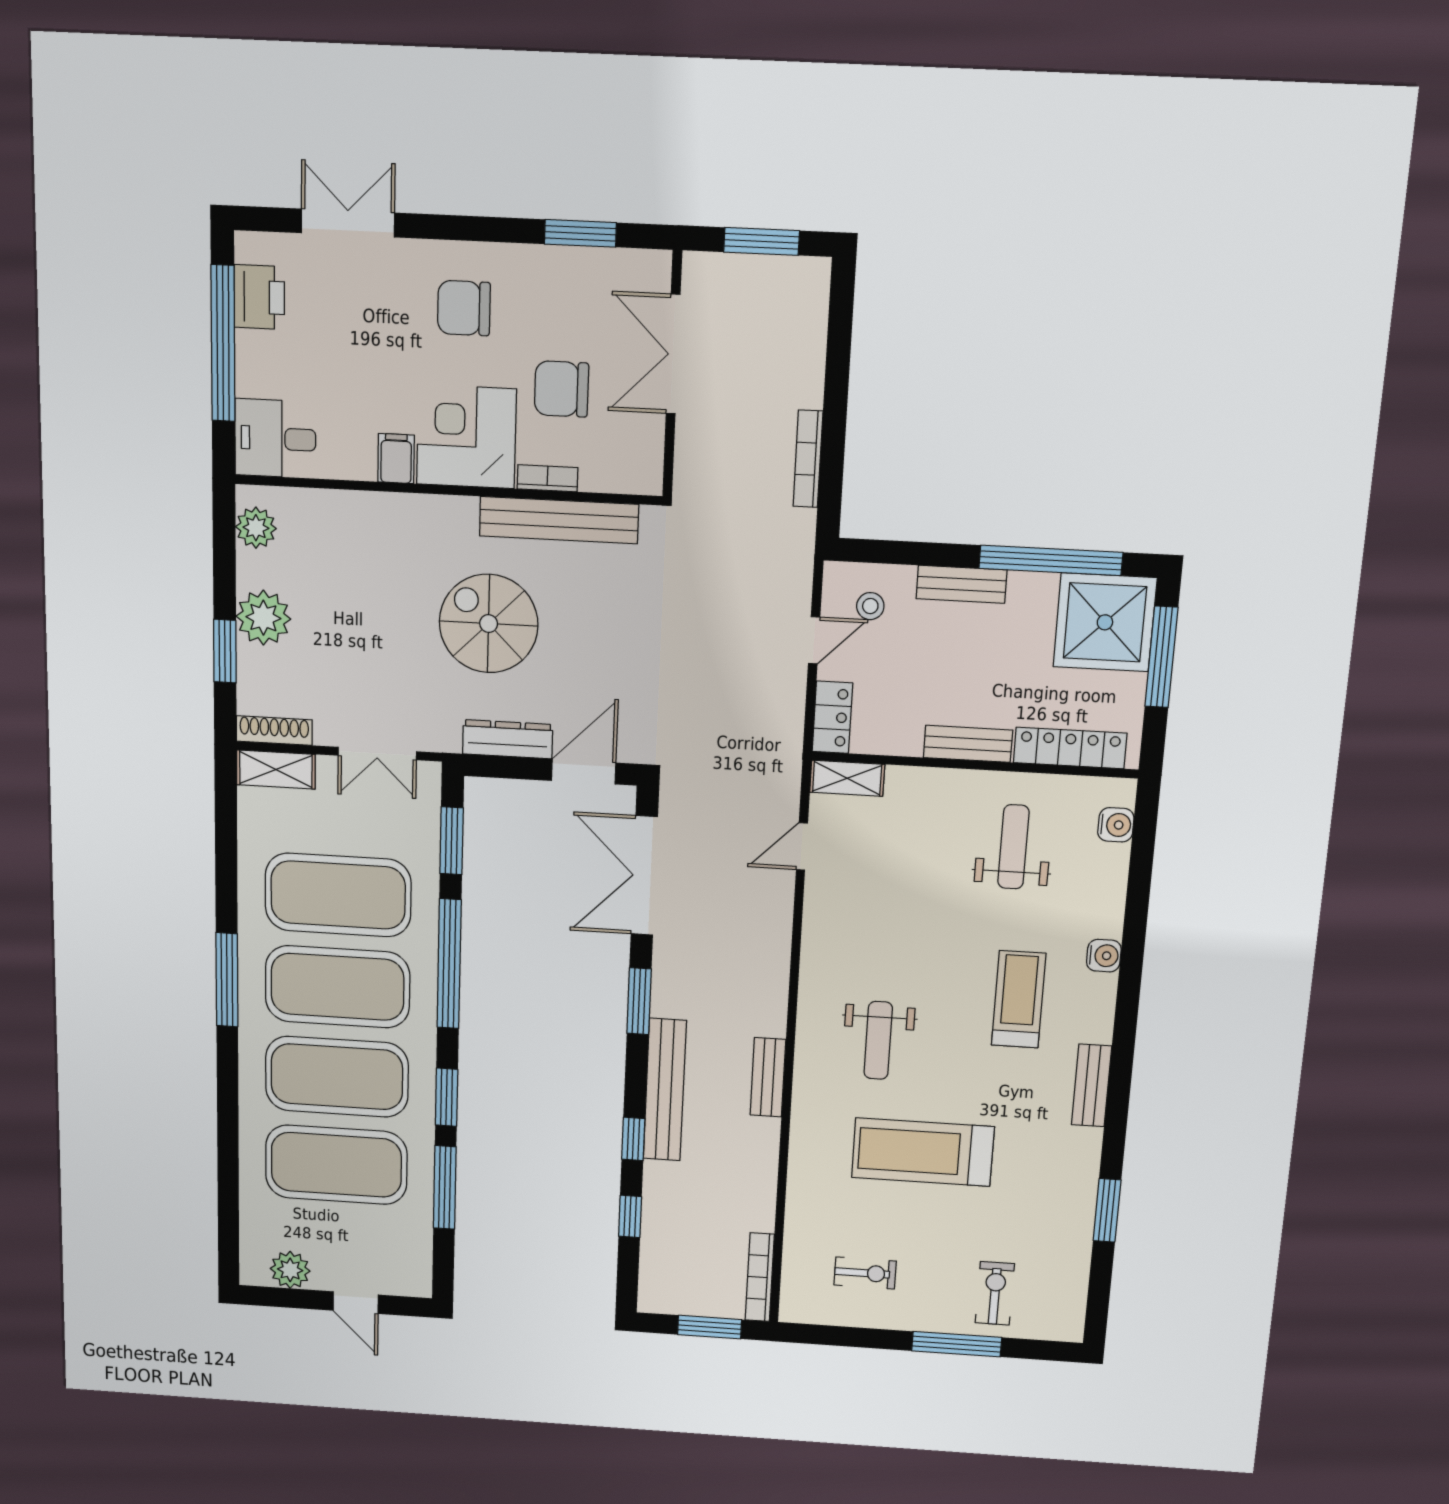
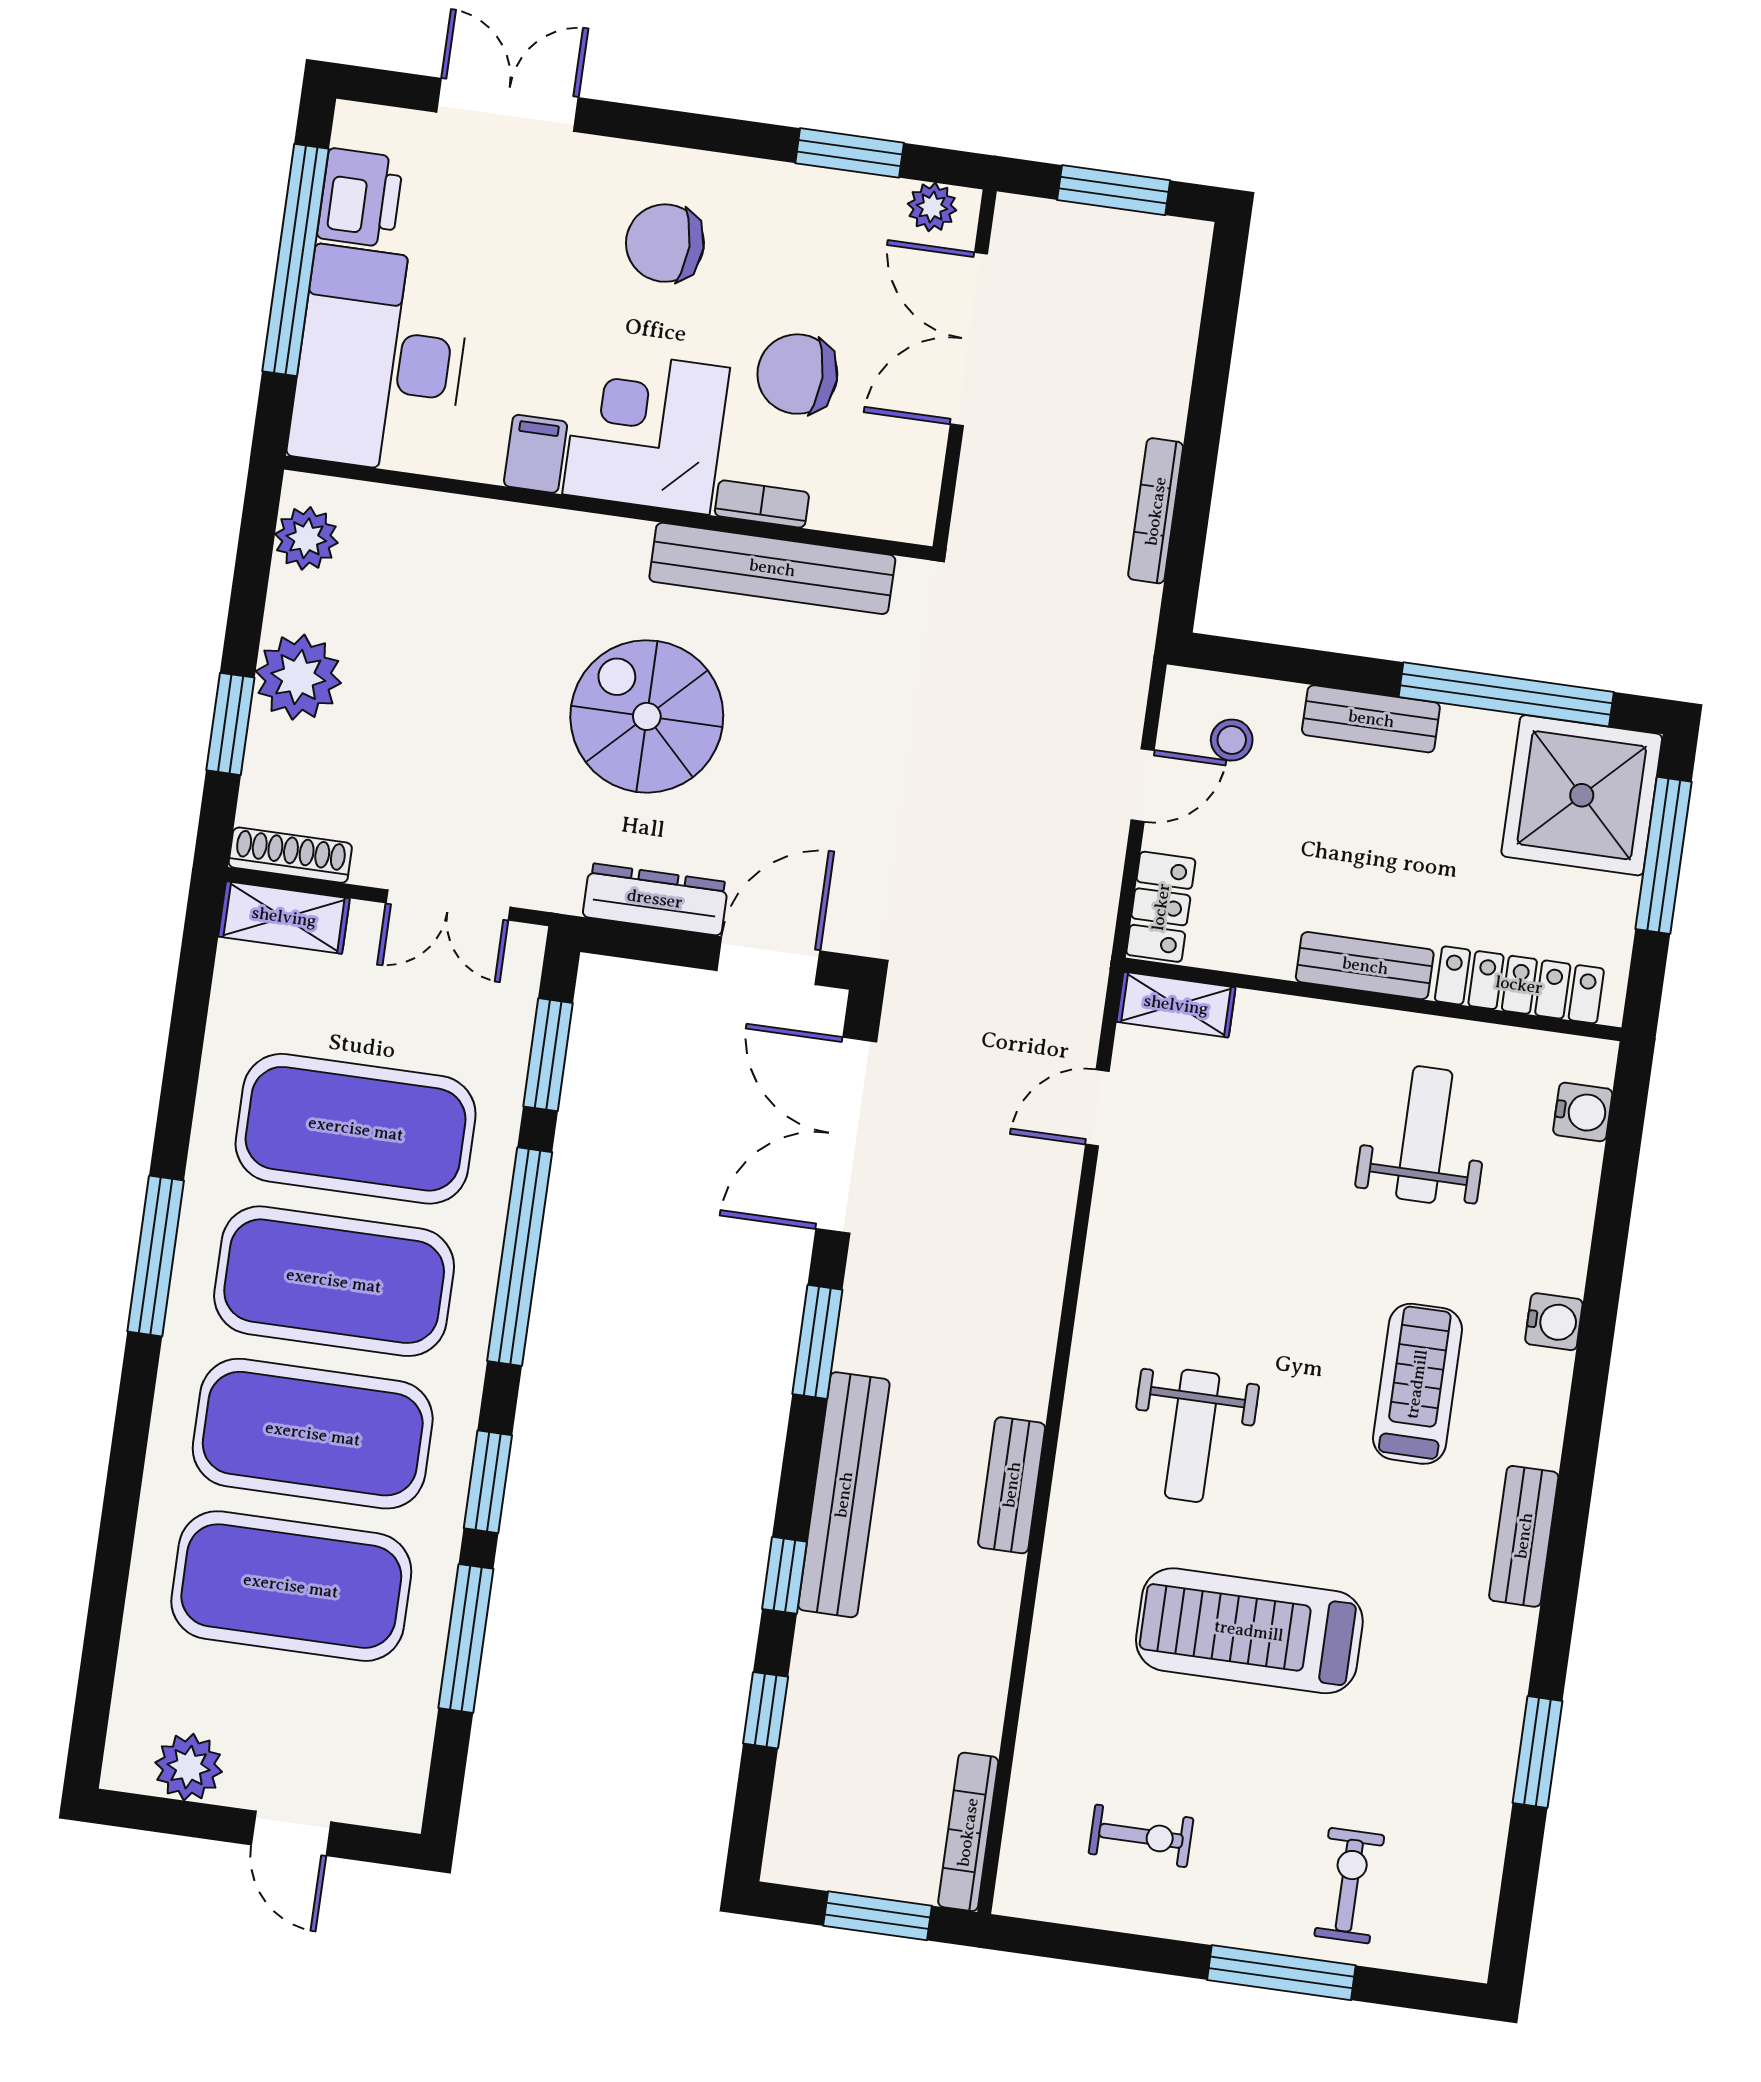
plant: (640, 265) -> (932, 207), added
desk: (275, 439) -> (380, 360), width x1.87, depth x1.30

